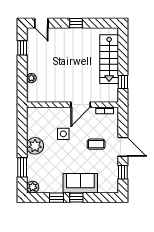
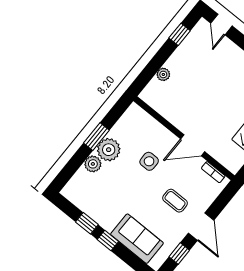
window: (22, 167) -> (96, 137), moved
sofa: (80, 183) -> (137, 239), moved
plant: (33, 187) -> (93, 164), moved

